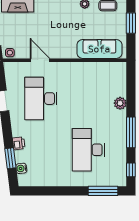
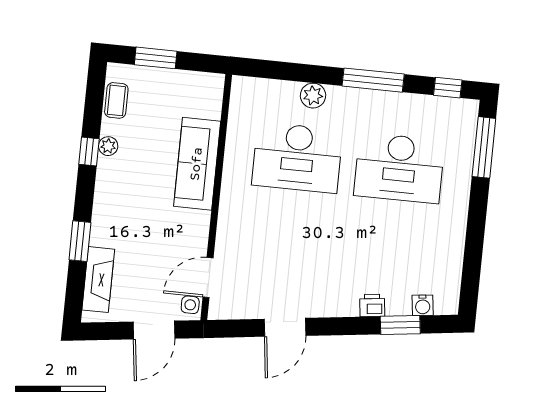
sofa: (99, 49) -> (197, 164), moved
door: (40, 60) -> (208, 277), moved
desk: (41, 99) -> (297, 158), moved

